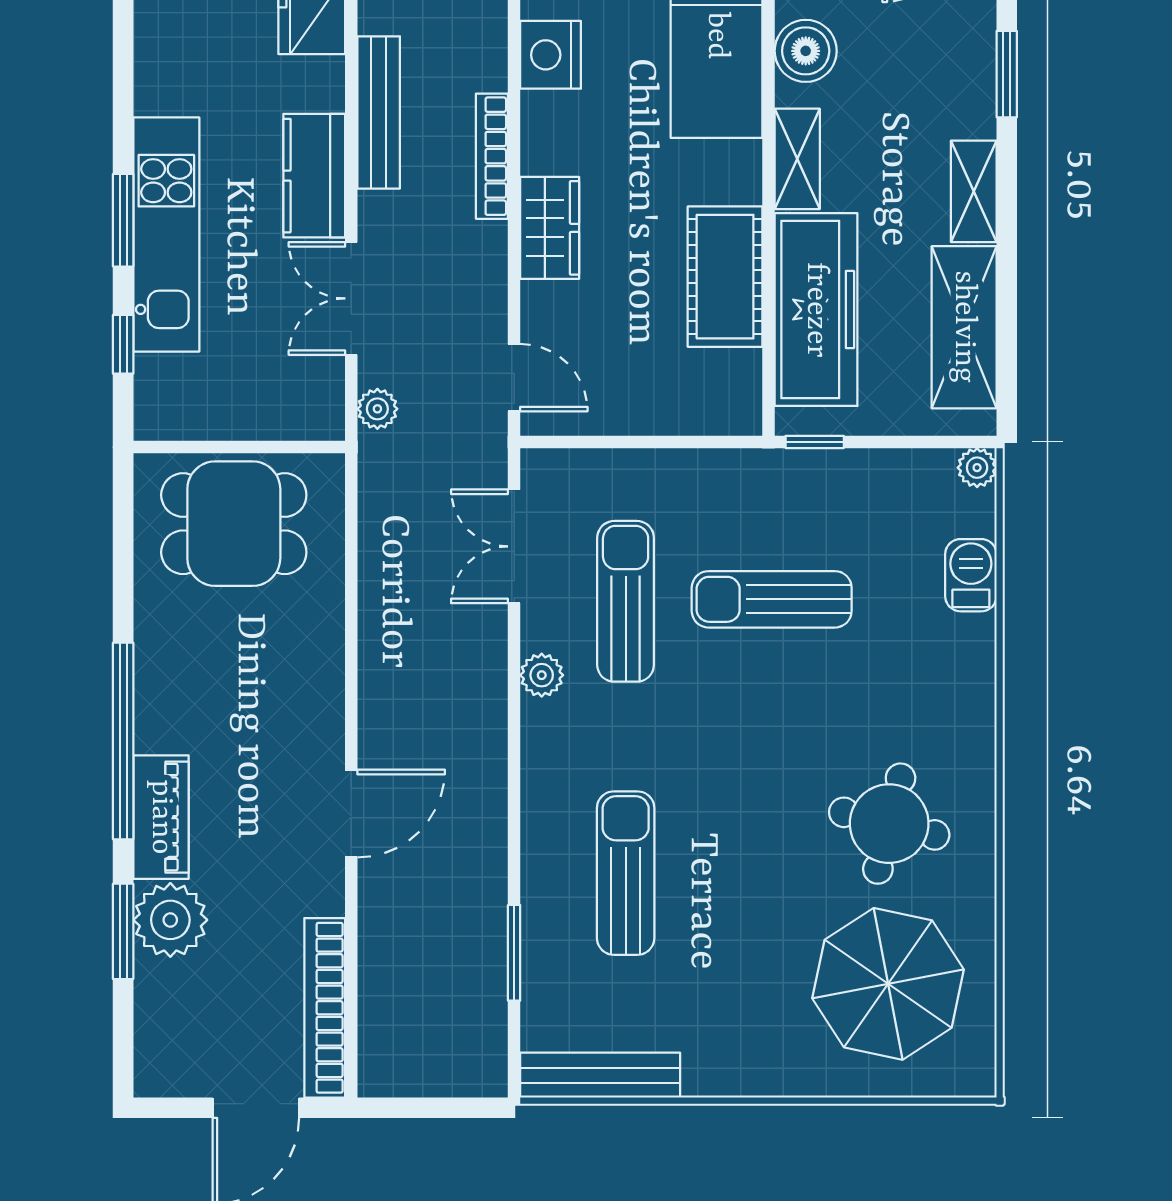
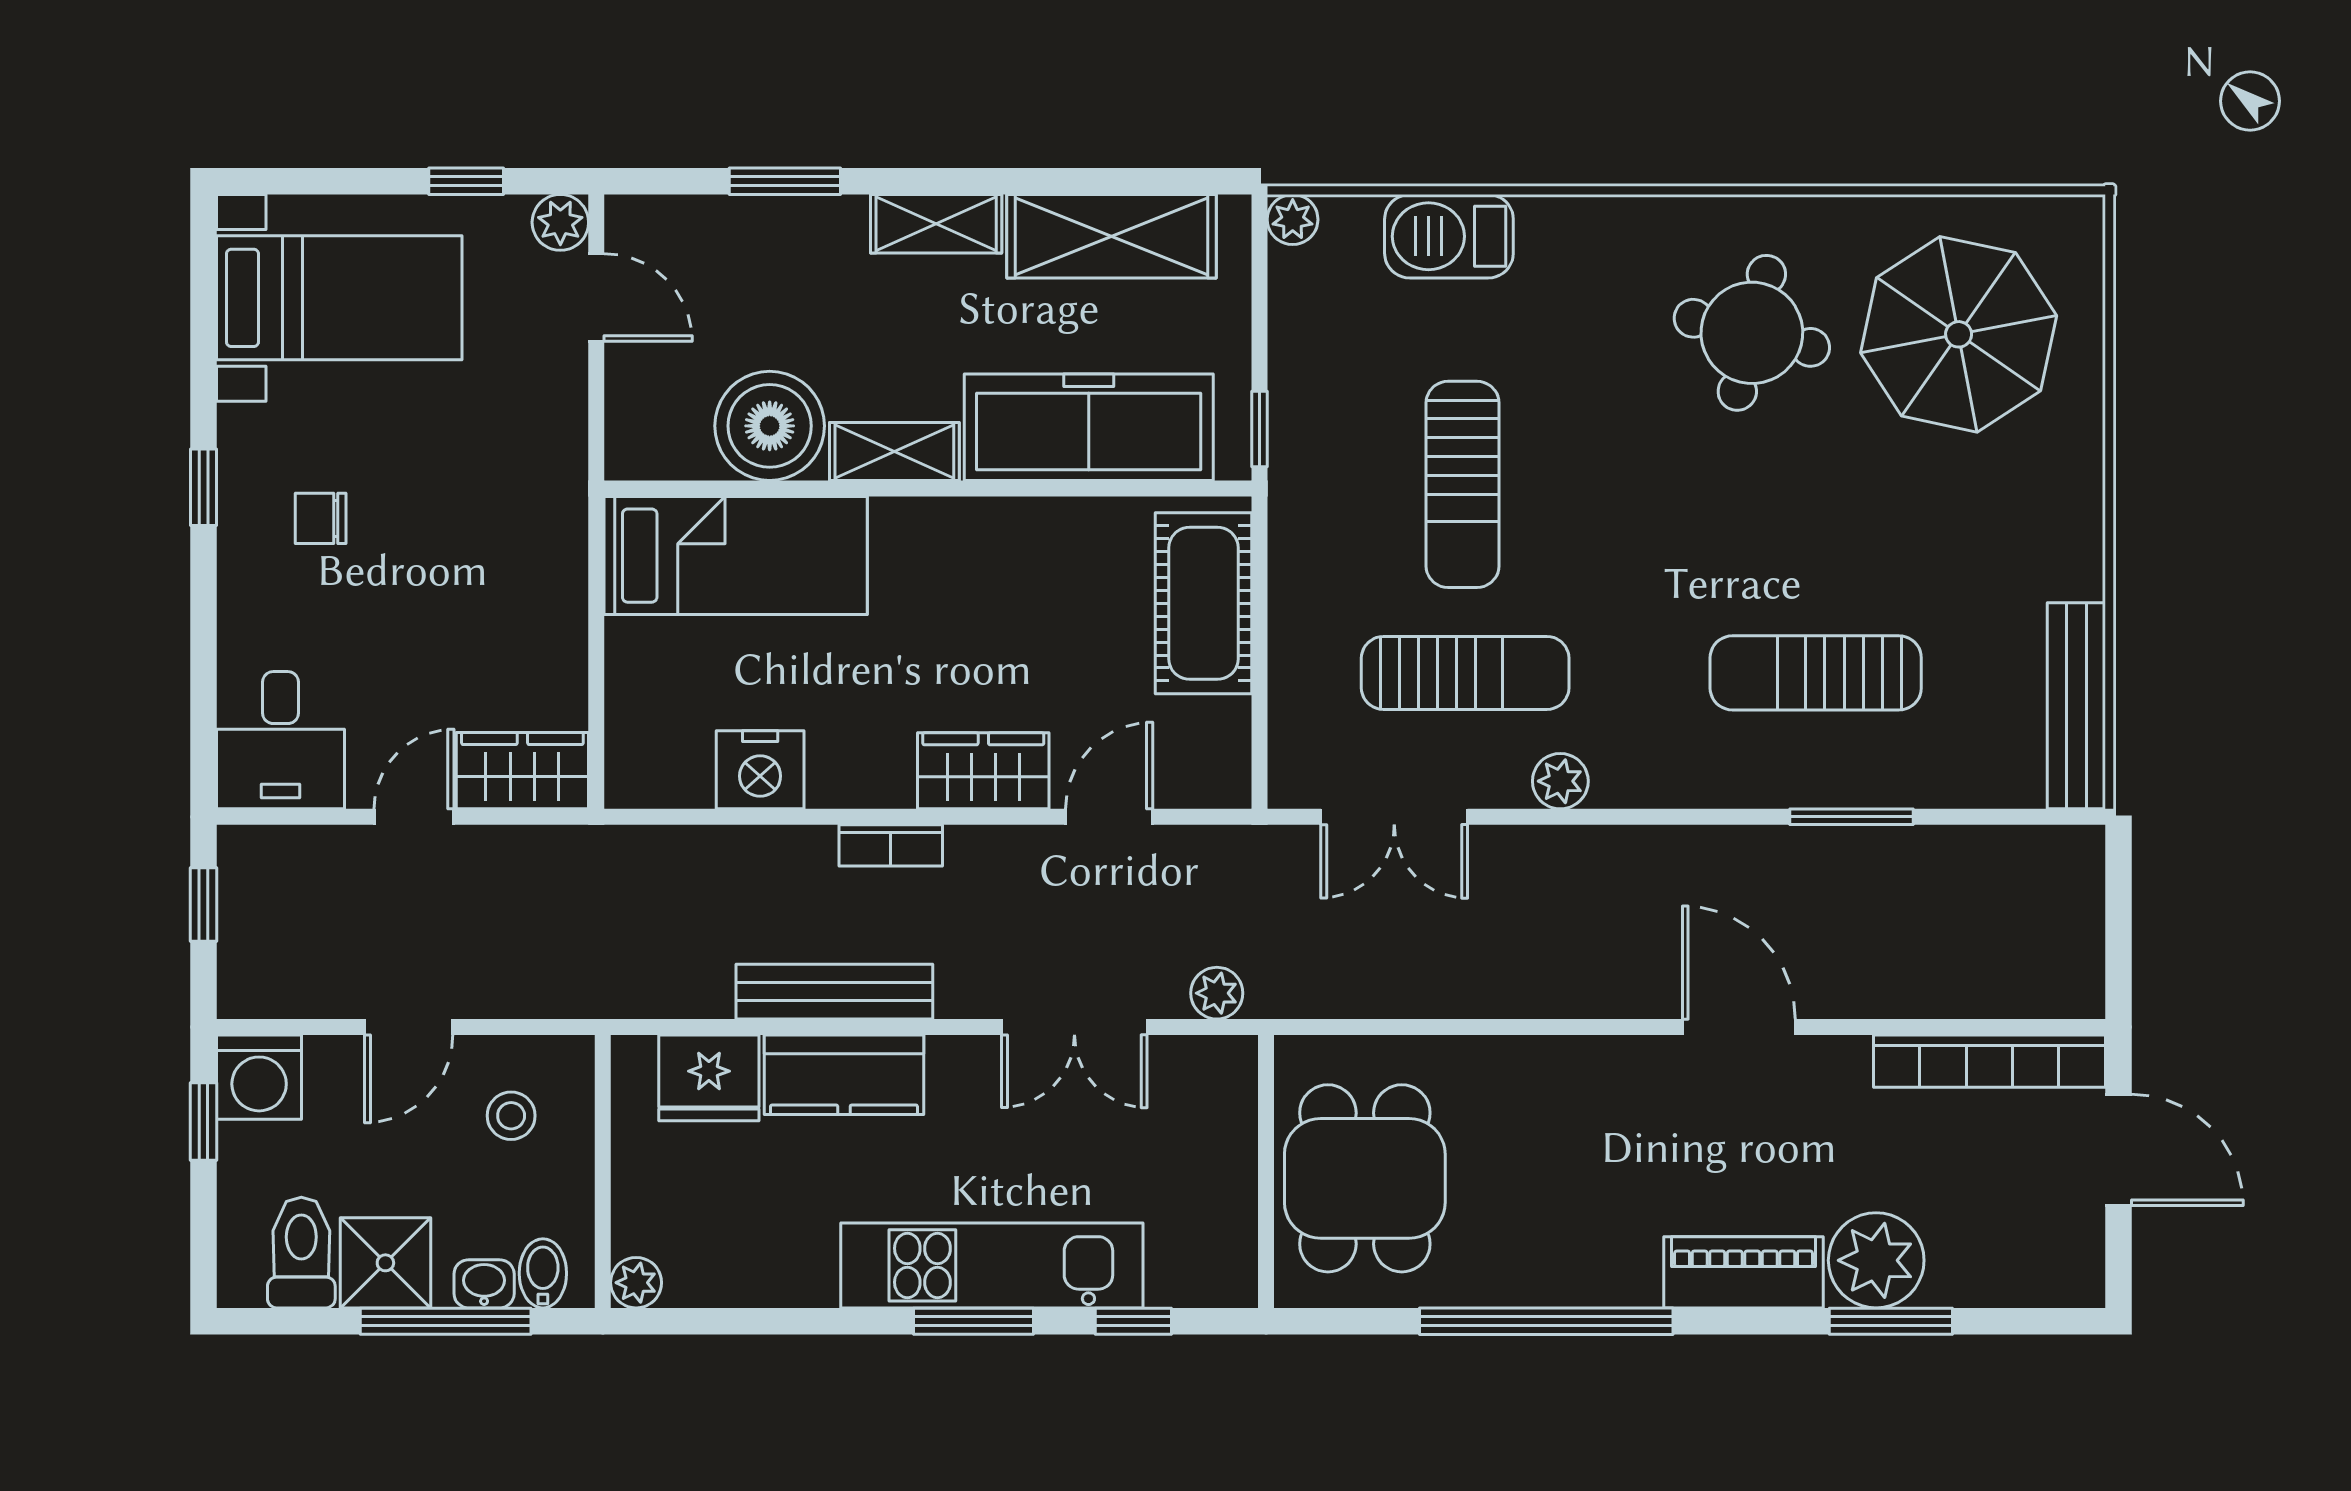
boiler: (806, 51) -> (770, 426), width x1.37, depth x1.37
bookcase: (492, 156) -> (891, 845), width x0.64
kitchen counter: (314, 176) -> (844, 1075), moved
cot: (725, 277) -> (1203, 603), moved, turned 90
door: (514, 378) -> (1109, 817), moved
barbecue: (971, 575) -> (1449, 236), width x1.38, depth x1.27
sun lounger: (626, 601) -> (1465, 673), turned 180
window: (123, 741) -> (1546, 1321), moved
window: (514, 953) -> (1851, 817), moved

